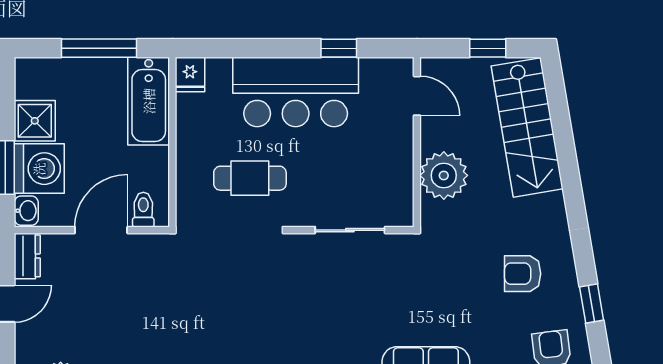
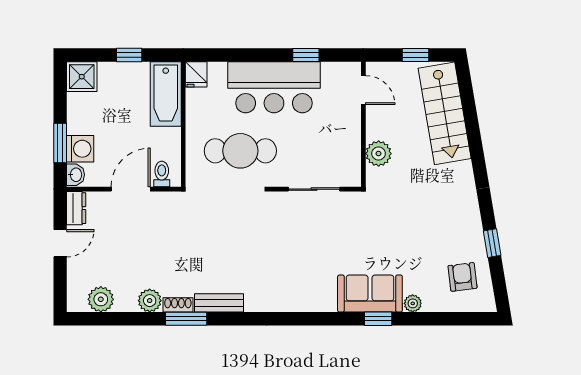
window: (99, 48) -> (129, 55), width x0.46
shower: (35, 121) -> (82, 77), moved
washing machine: (39, 169) -> (80, 149), width x0.73, depth x0.73
plant: (444, 175) -> (379, 154), width x0.73, depth x0.73
cafe table: (250, 178) -> (240, 151), width x1.37, depth x1.35
armchair: (523, 274) -> (441, 221), removed

